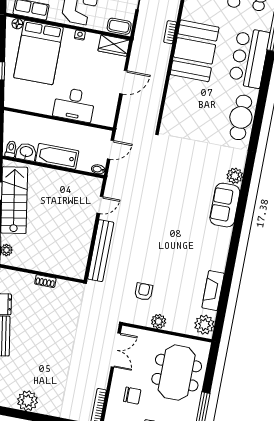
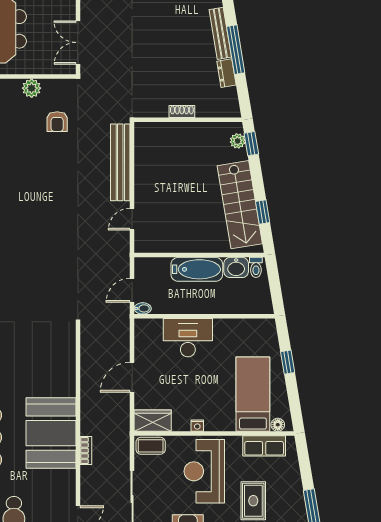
bed: (38, 52) -> (253, 394), width x0.67
bidet: (98, 169) -> (143, 308), moved

